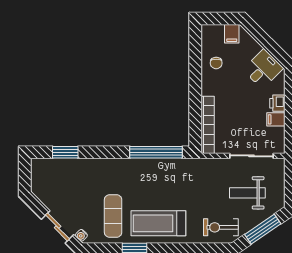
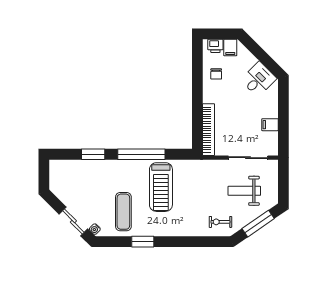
printer: (277, 103) -> (215, 46), moved, turned -90
window: (65, 152) -> (93, 154), moved
window: (156, 152) -> (141, 154), moved
treadmill: (158, 223) -> (161, 187), moved, turned -90
exercise bike: (221, 227) -> (220, 222), width x0.73, depth x0.72

